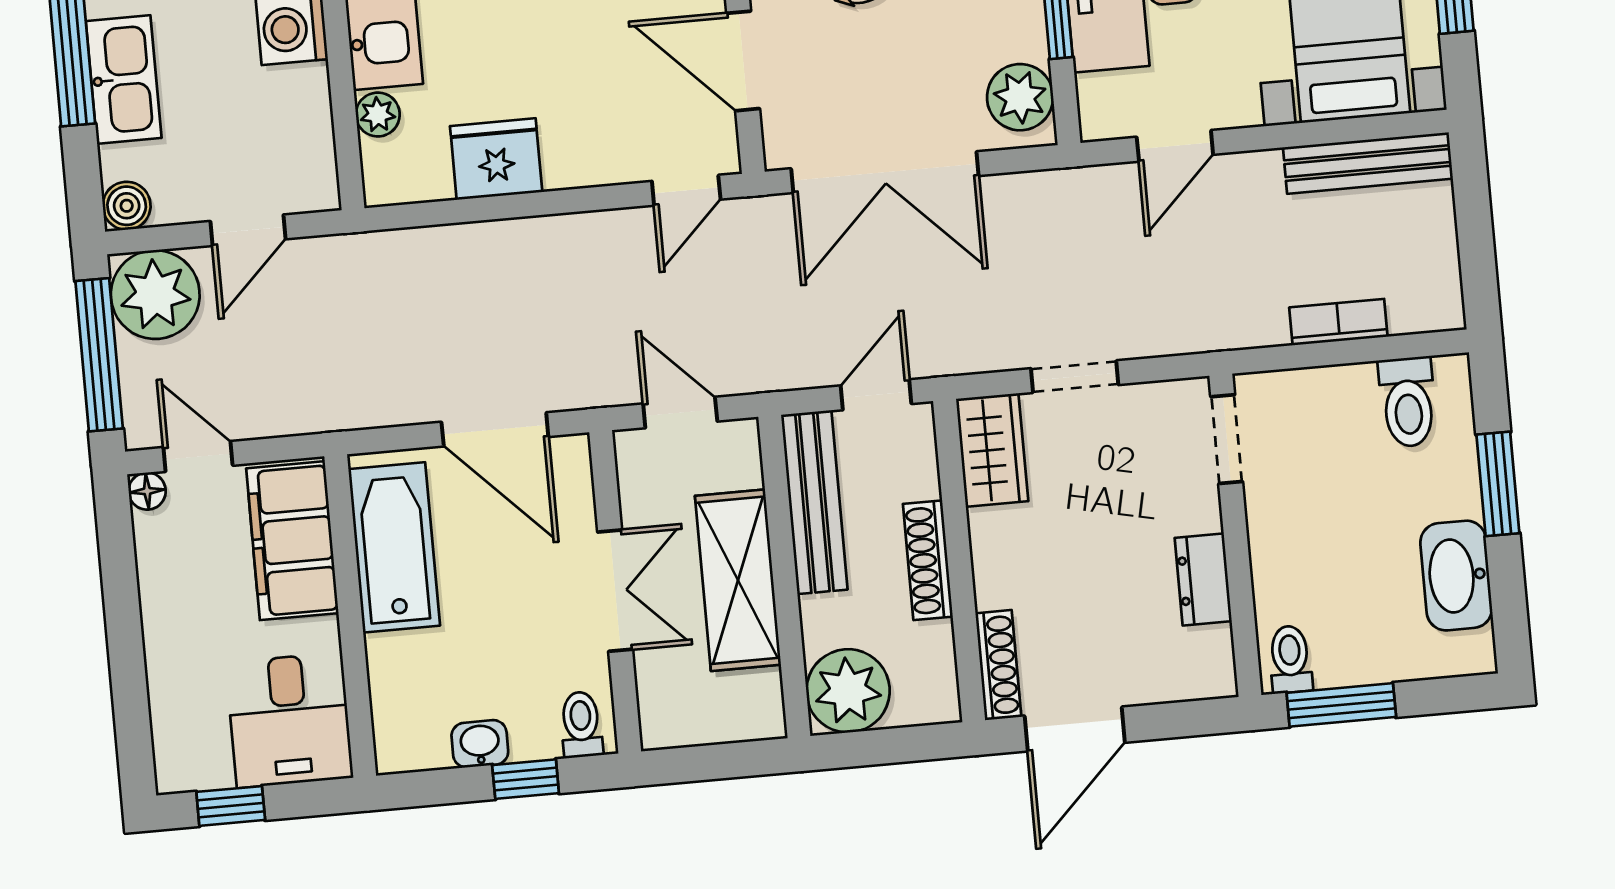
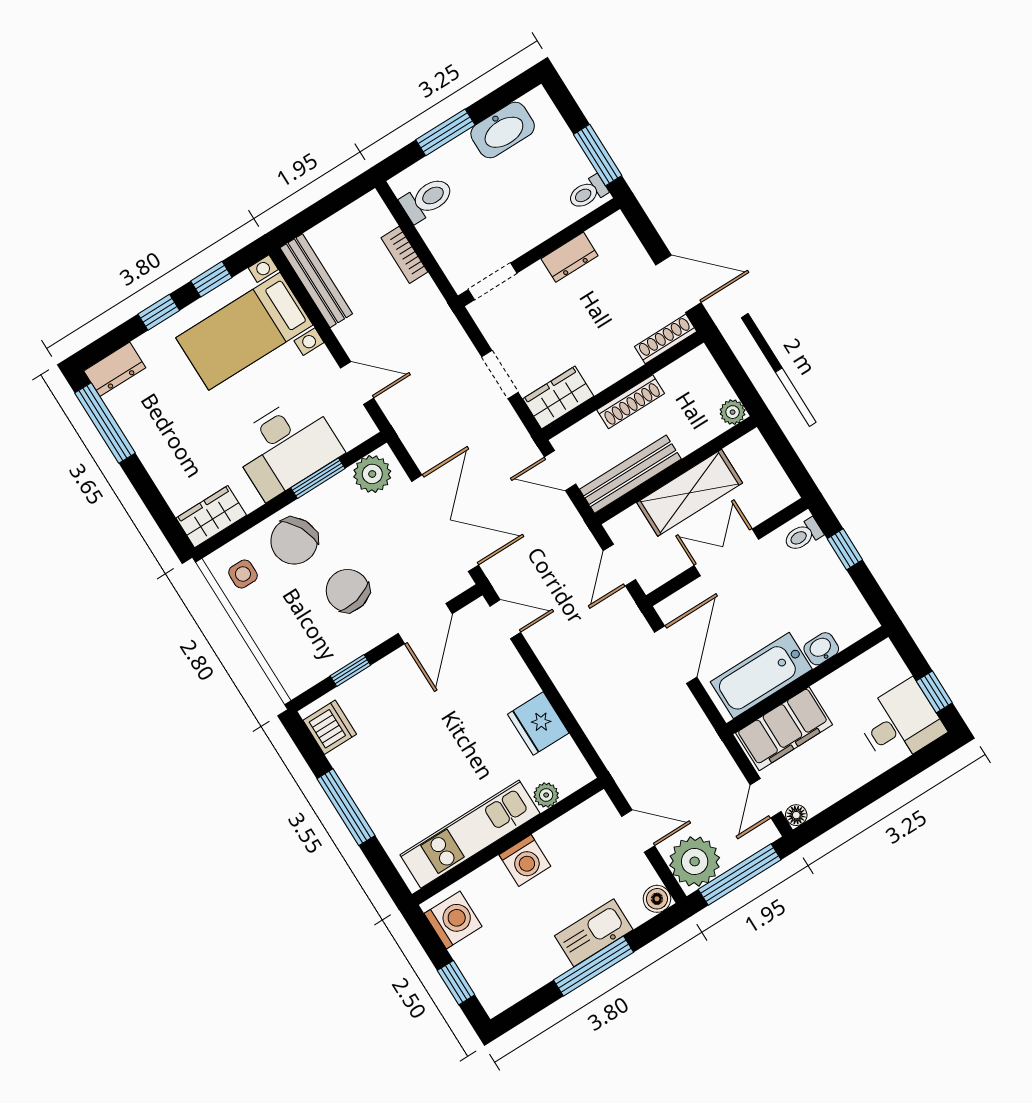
plant: (848, 691) -> (733, 412), width x0.53, depth x0.53
desk: (289, 720) -> (900, 723), moved
washbasin: (480, 744) -> (821, 649), moved, turned 90

